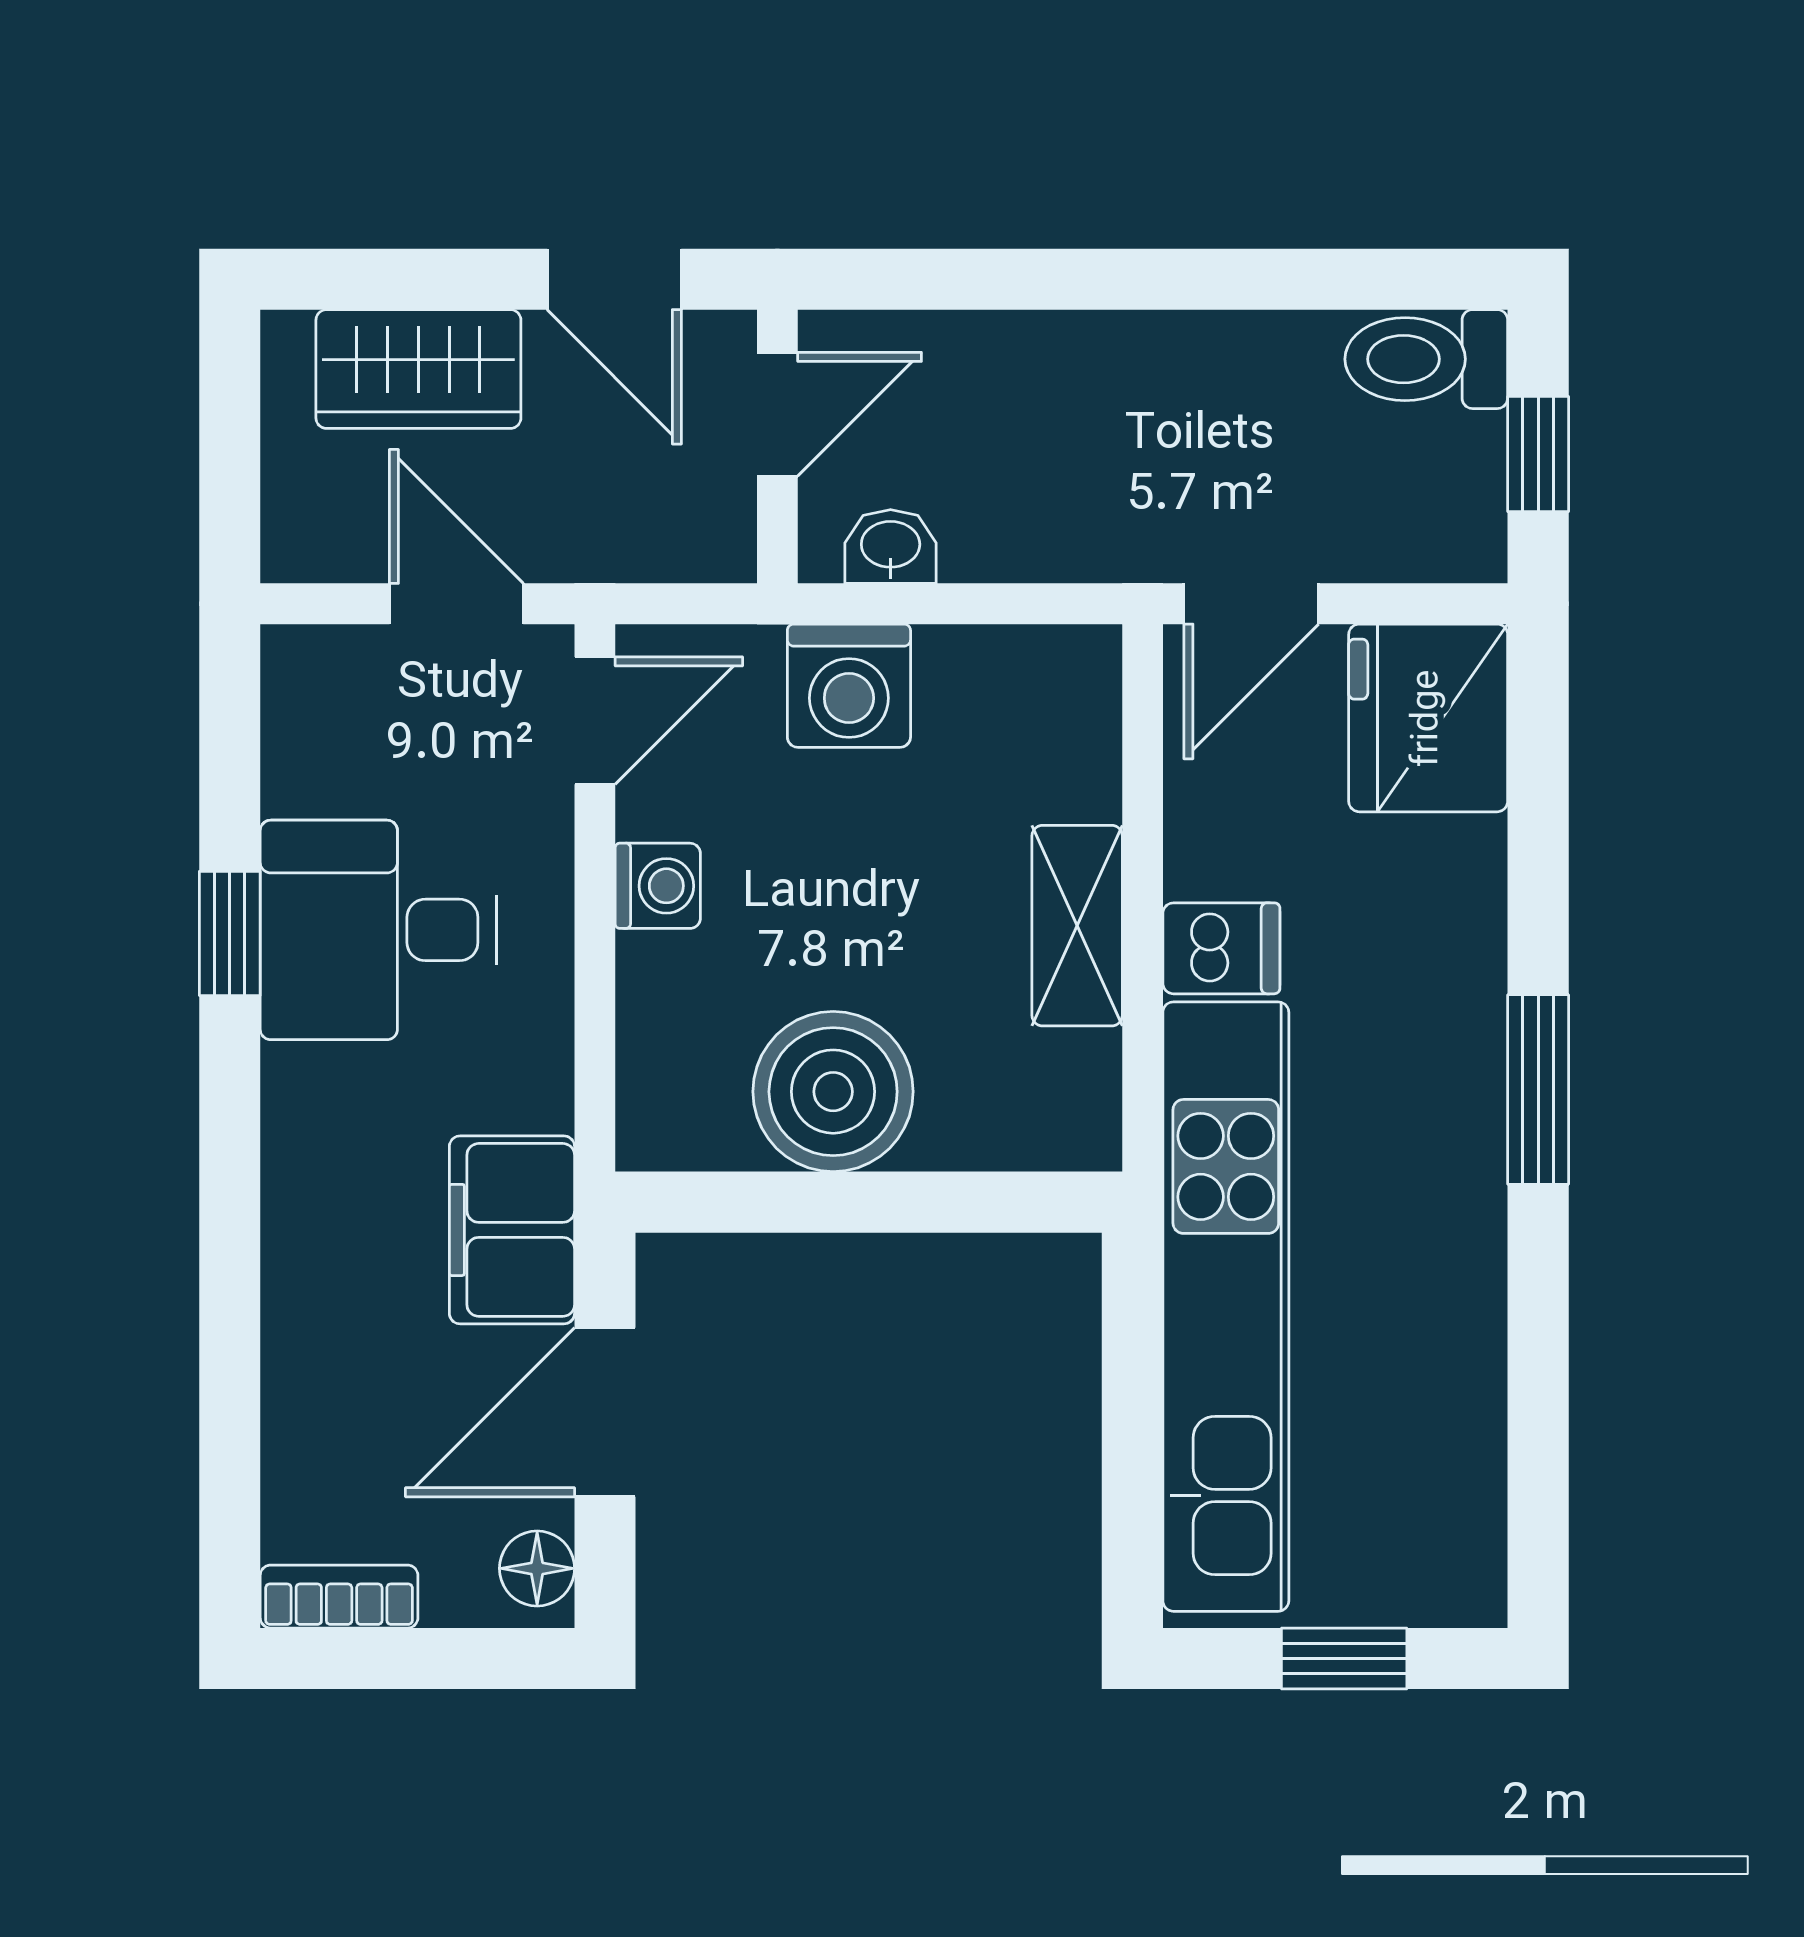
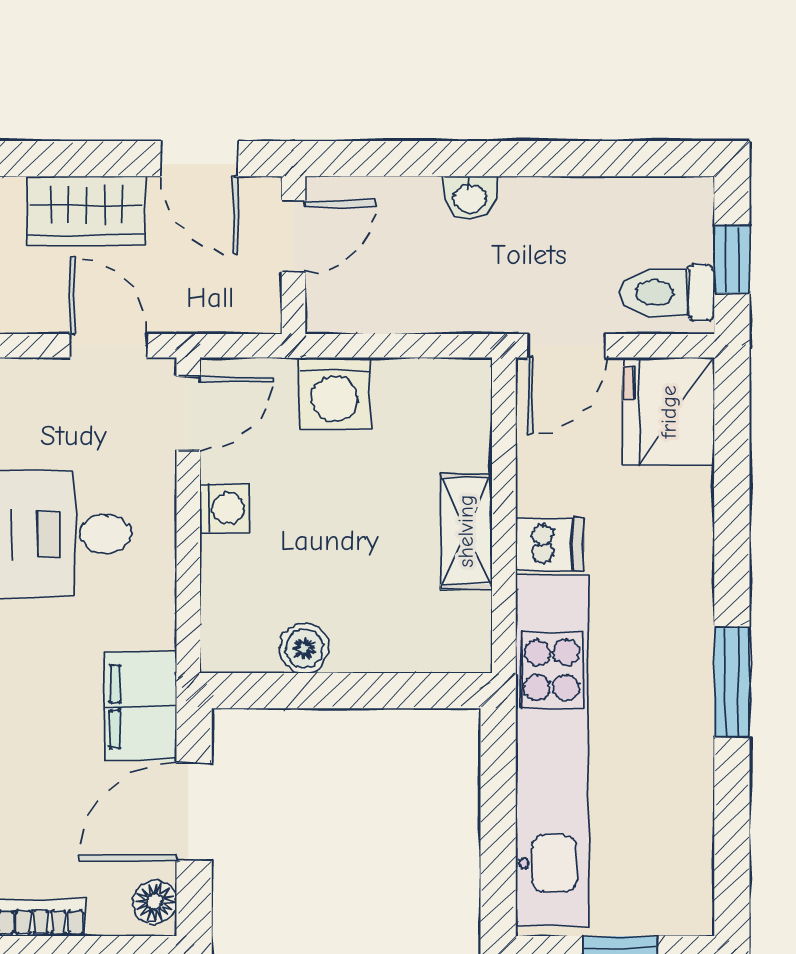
toilet: (1426, 359) -> (667, 293), moved
washbasin: (891, 547) -> (470, 197), moved, turned 180
window: (1538, 1089) -> (732, 682), moved
boiler: (833, 1092) -> (304, 648), width x0.54, depth x0.54

